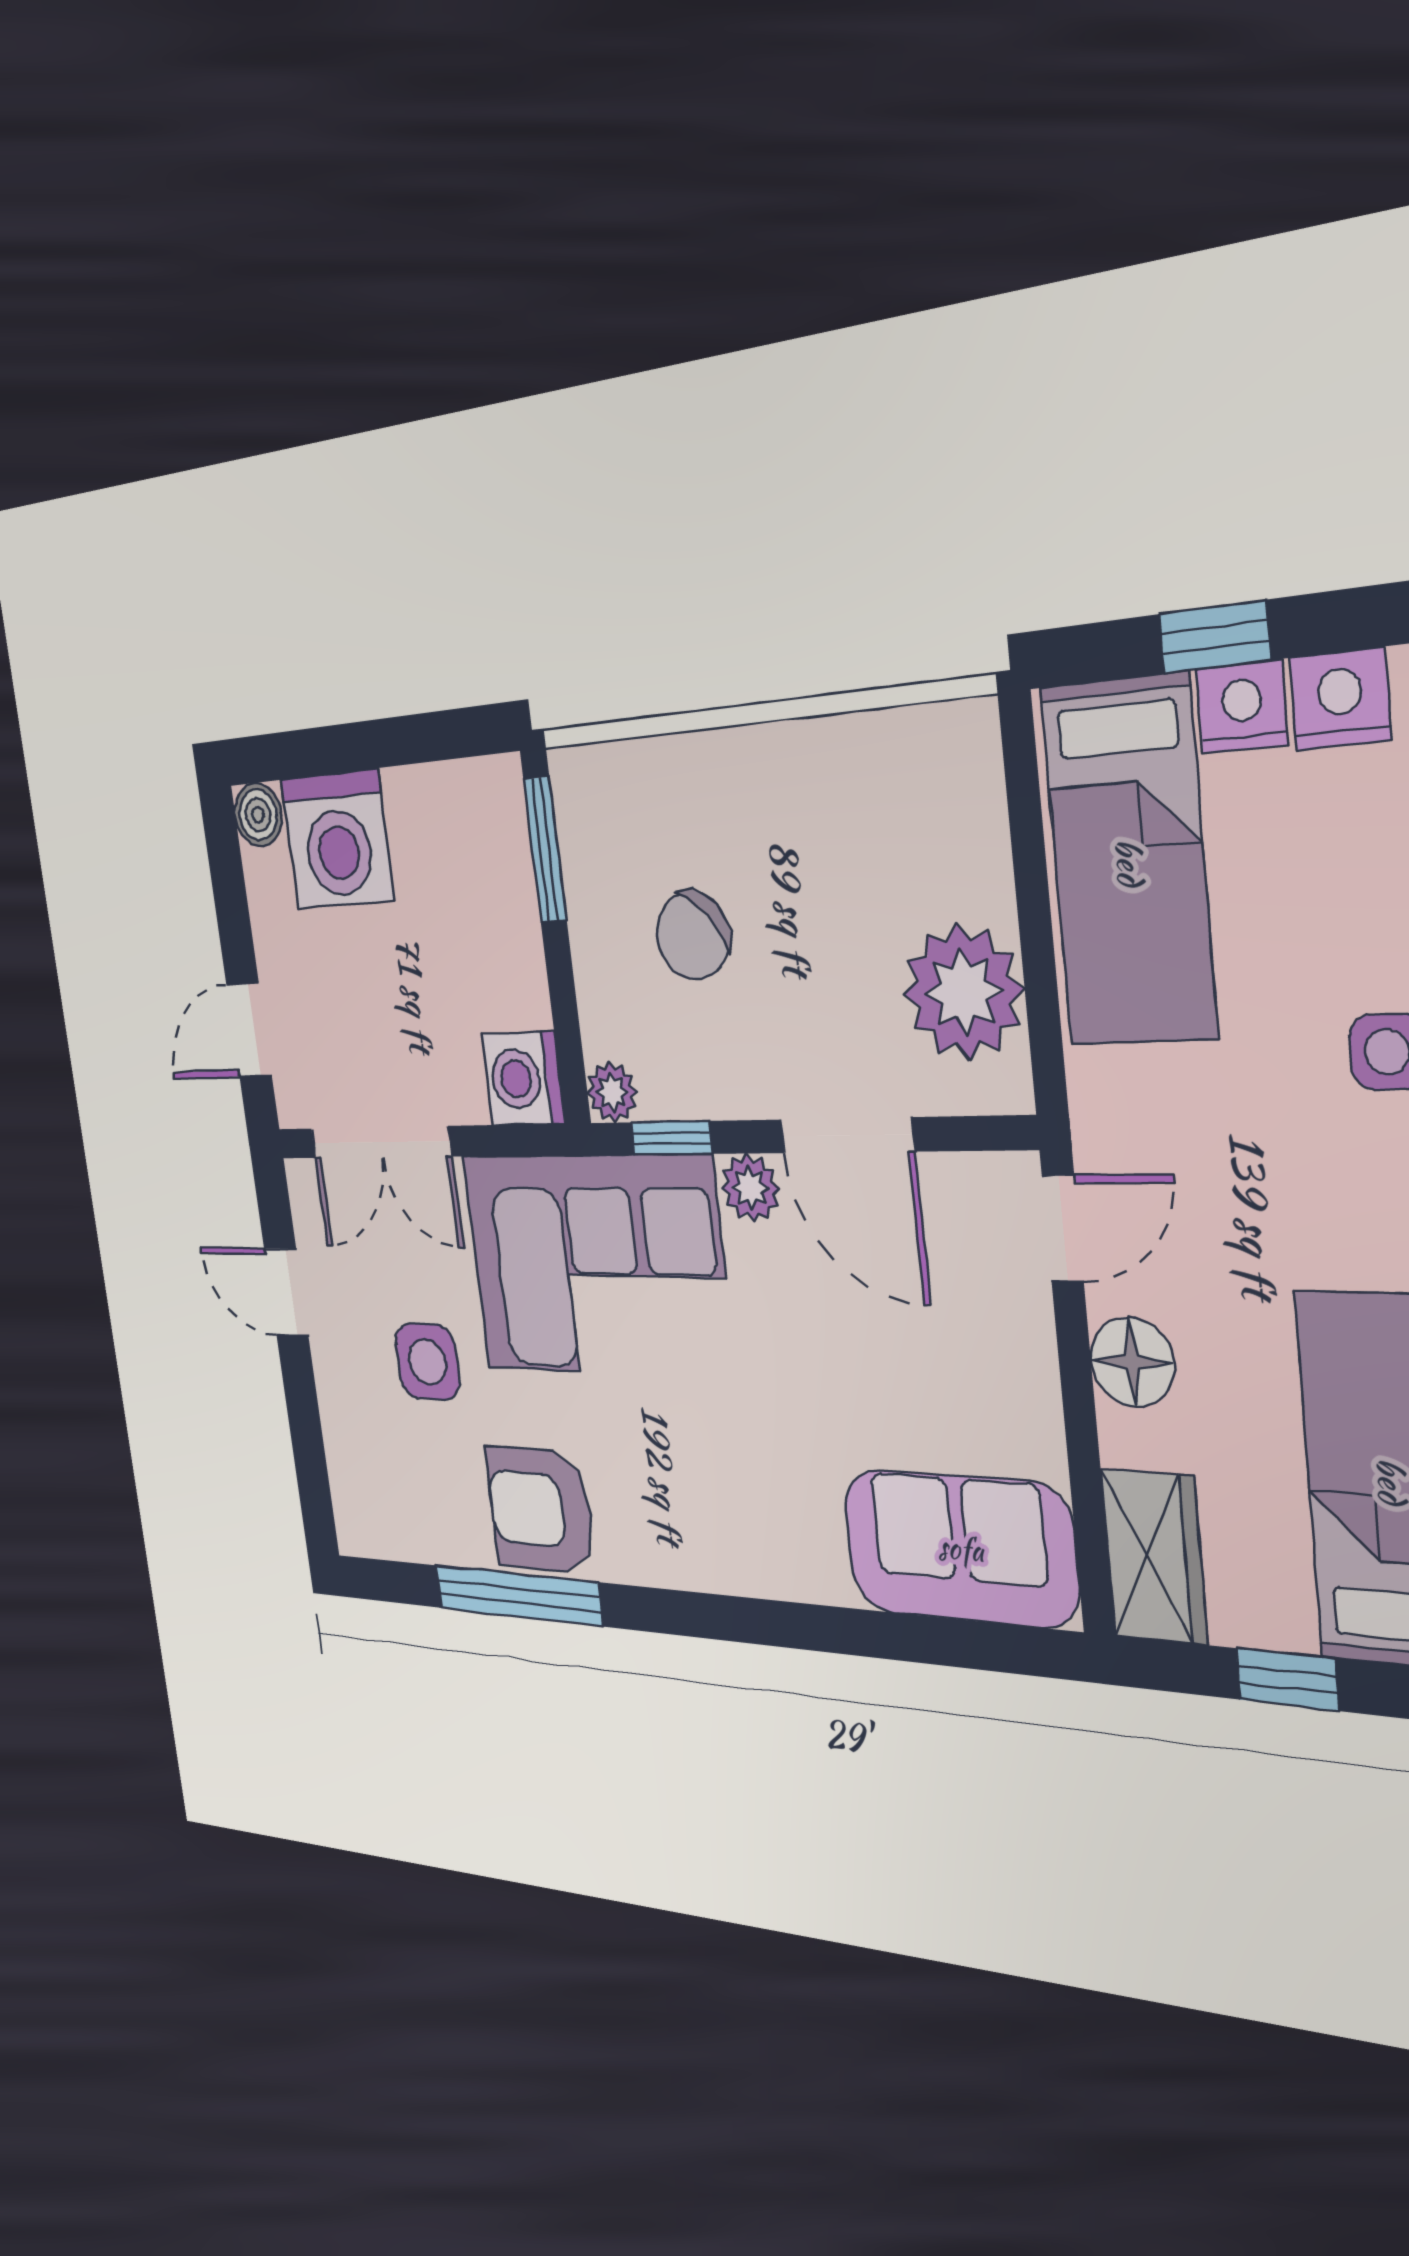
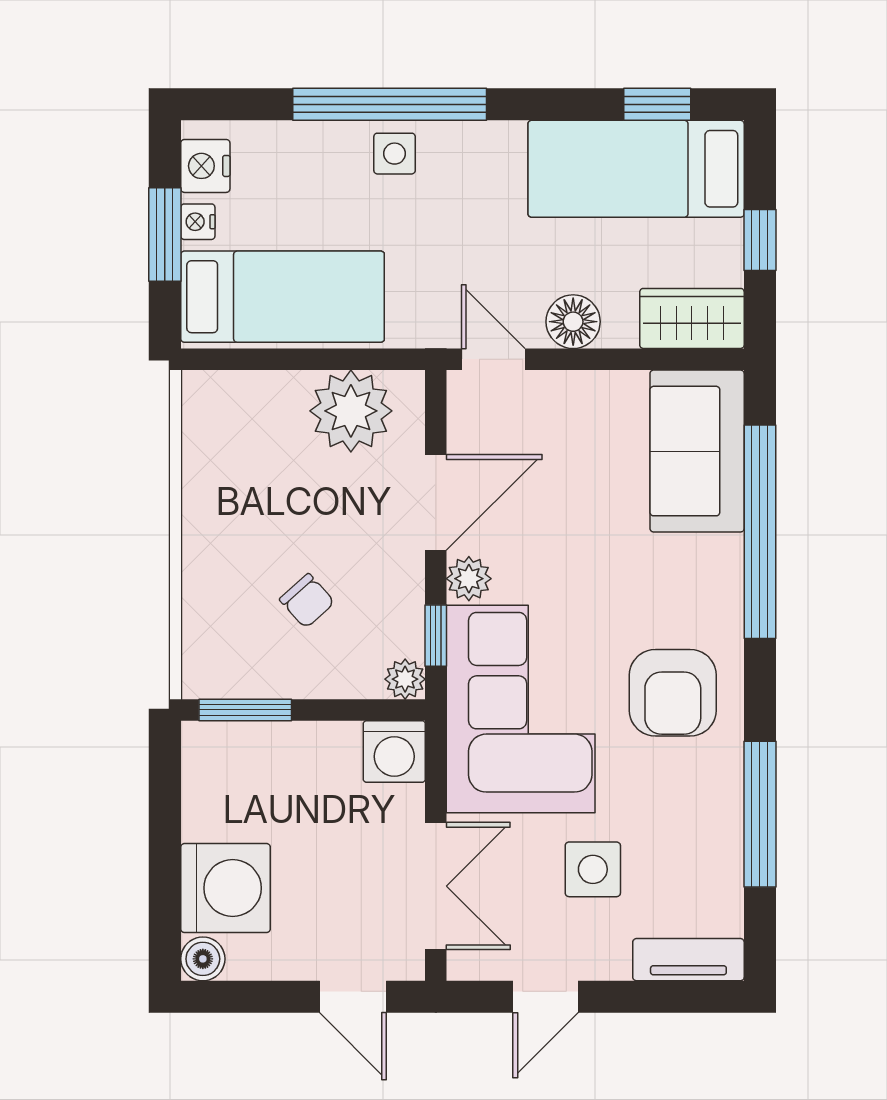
window: (1214, 637) -> (165, 235), width x1.50
nightstand: (1242, 707) -> (198, 222), width x0.72, depth x0.74
chair: (693, 936) -> (307, 601), width x0.73, depth x0.73
tv unit: (350, 1485) -> (688, 960), added
armchair: (541, 1510) -> (673, 693), moved
window: (860, 1633) -> (760, 532), added

